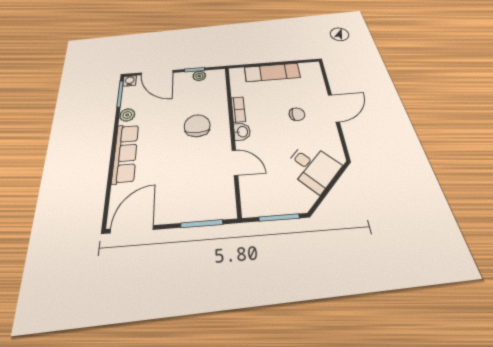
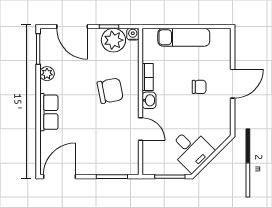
plant: (199, 76) -> (113, 40), width x1.87, depth x1.87
water cooler: (130, 81) -> (133, 34), moved
chair: (197, 126) -> (110, 91), turned 79
row of seats: (125, 153) -> (49, 112), width x0.68
desk: (313, 167) -> (191, 150), moved

